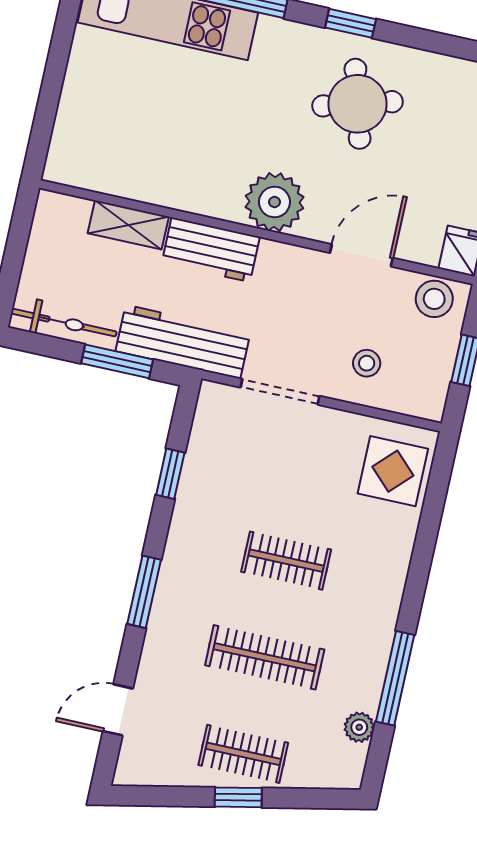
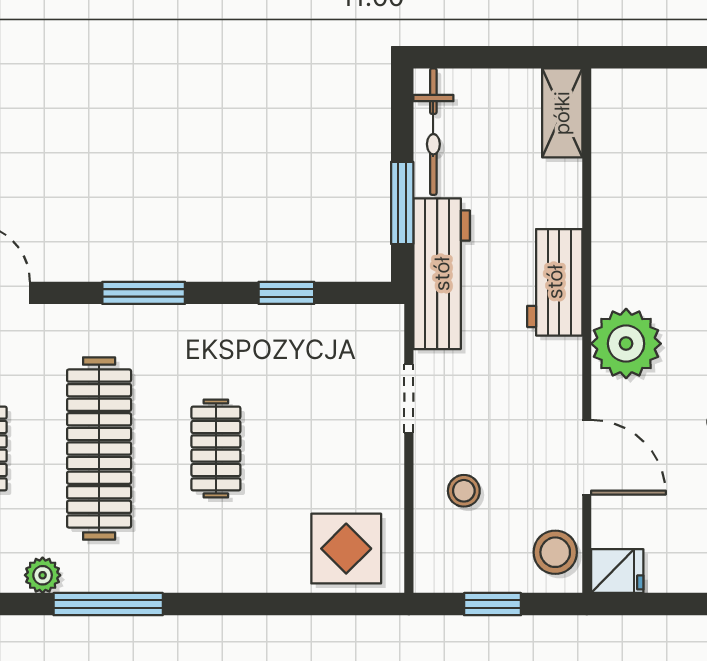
shelving: (128, 225) -> (562, 113), moved
doorway: (280, 392) -> (409, 398), width x0.73
clothes rail: (265, 657) -> (99, 448), width x1.37, depth x1.31

